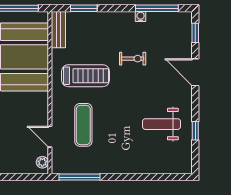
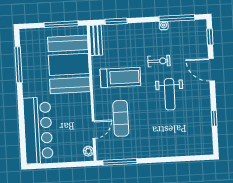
weight bench: (161, 124) -> (170, 94), moved, turned -90
door: (50, 137) -> (94, 130), swing flipped

